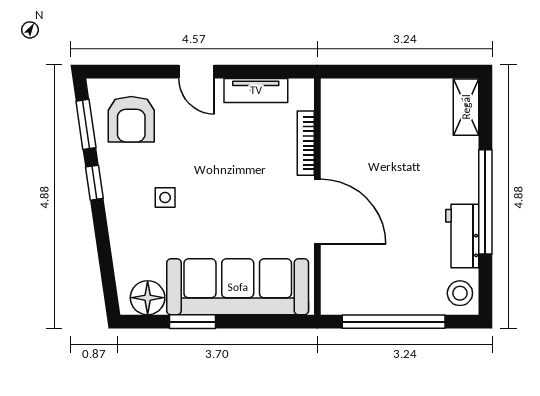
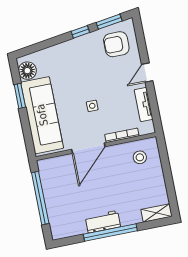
side table: (165, 198) -> (92, 106), moved
workbench: (462, 236) -> (103, 222), moved
stool: (460, 293) -> (140, 157), moved

